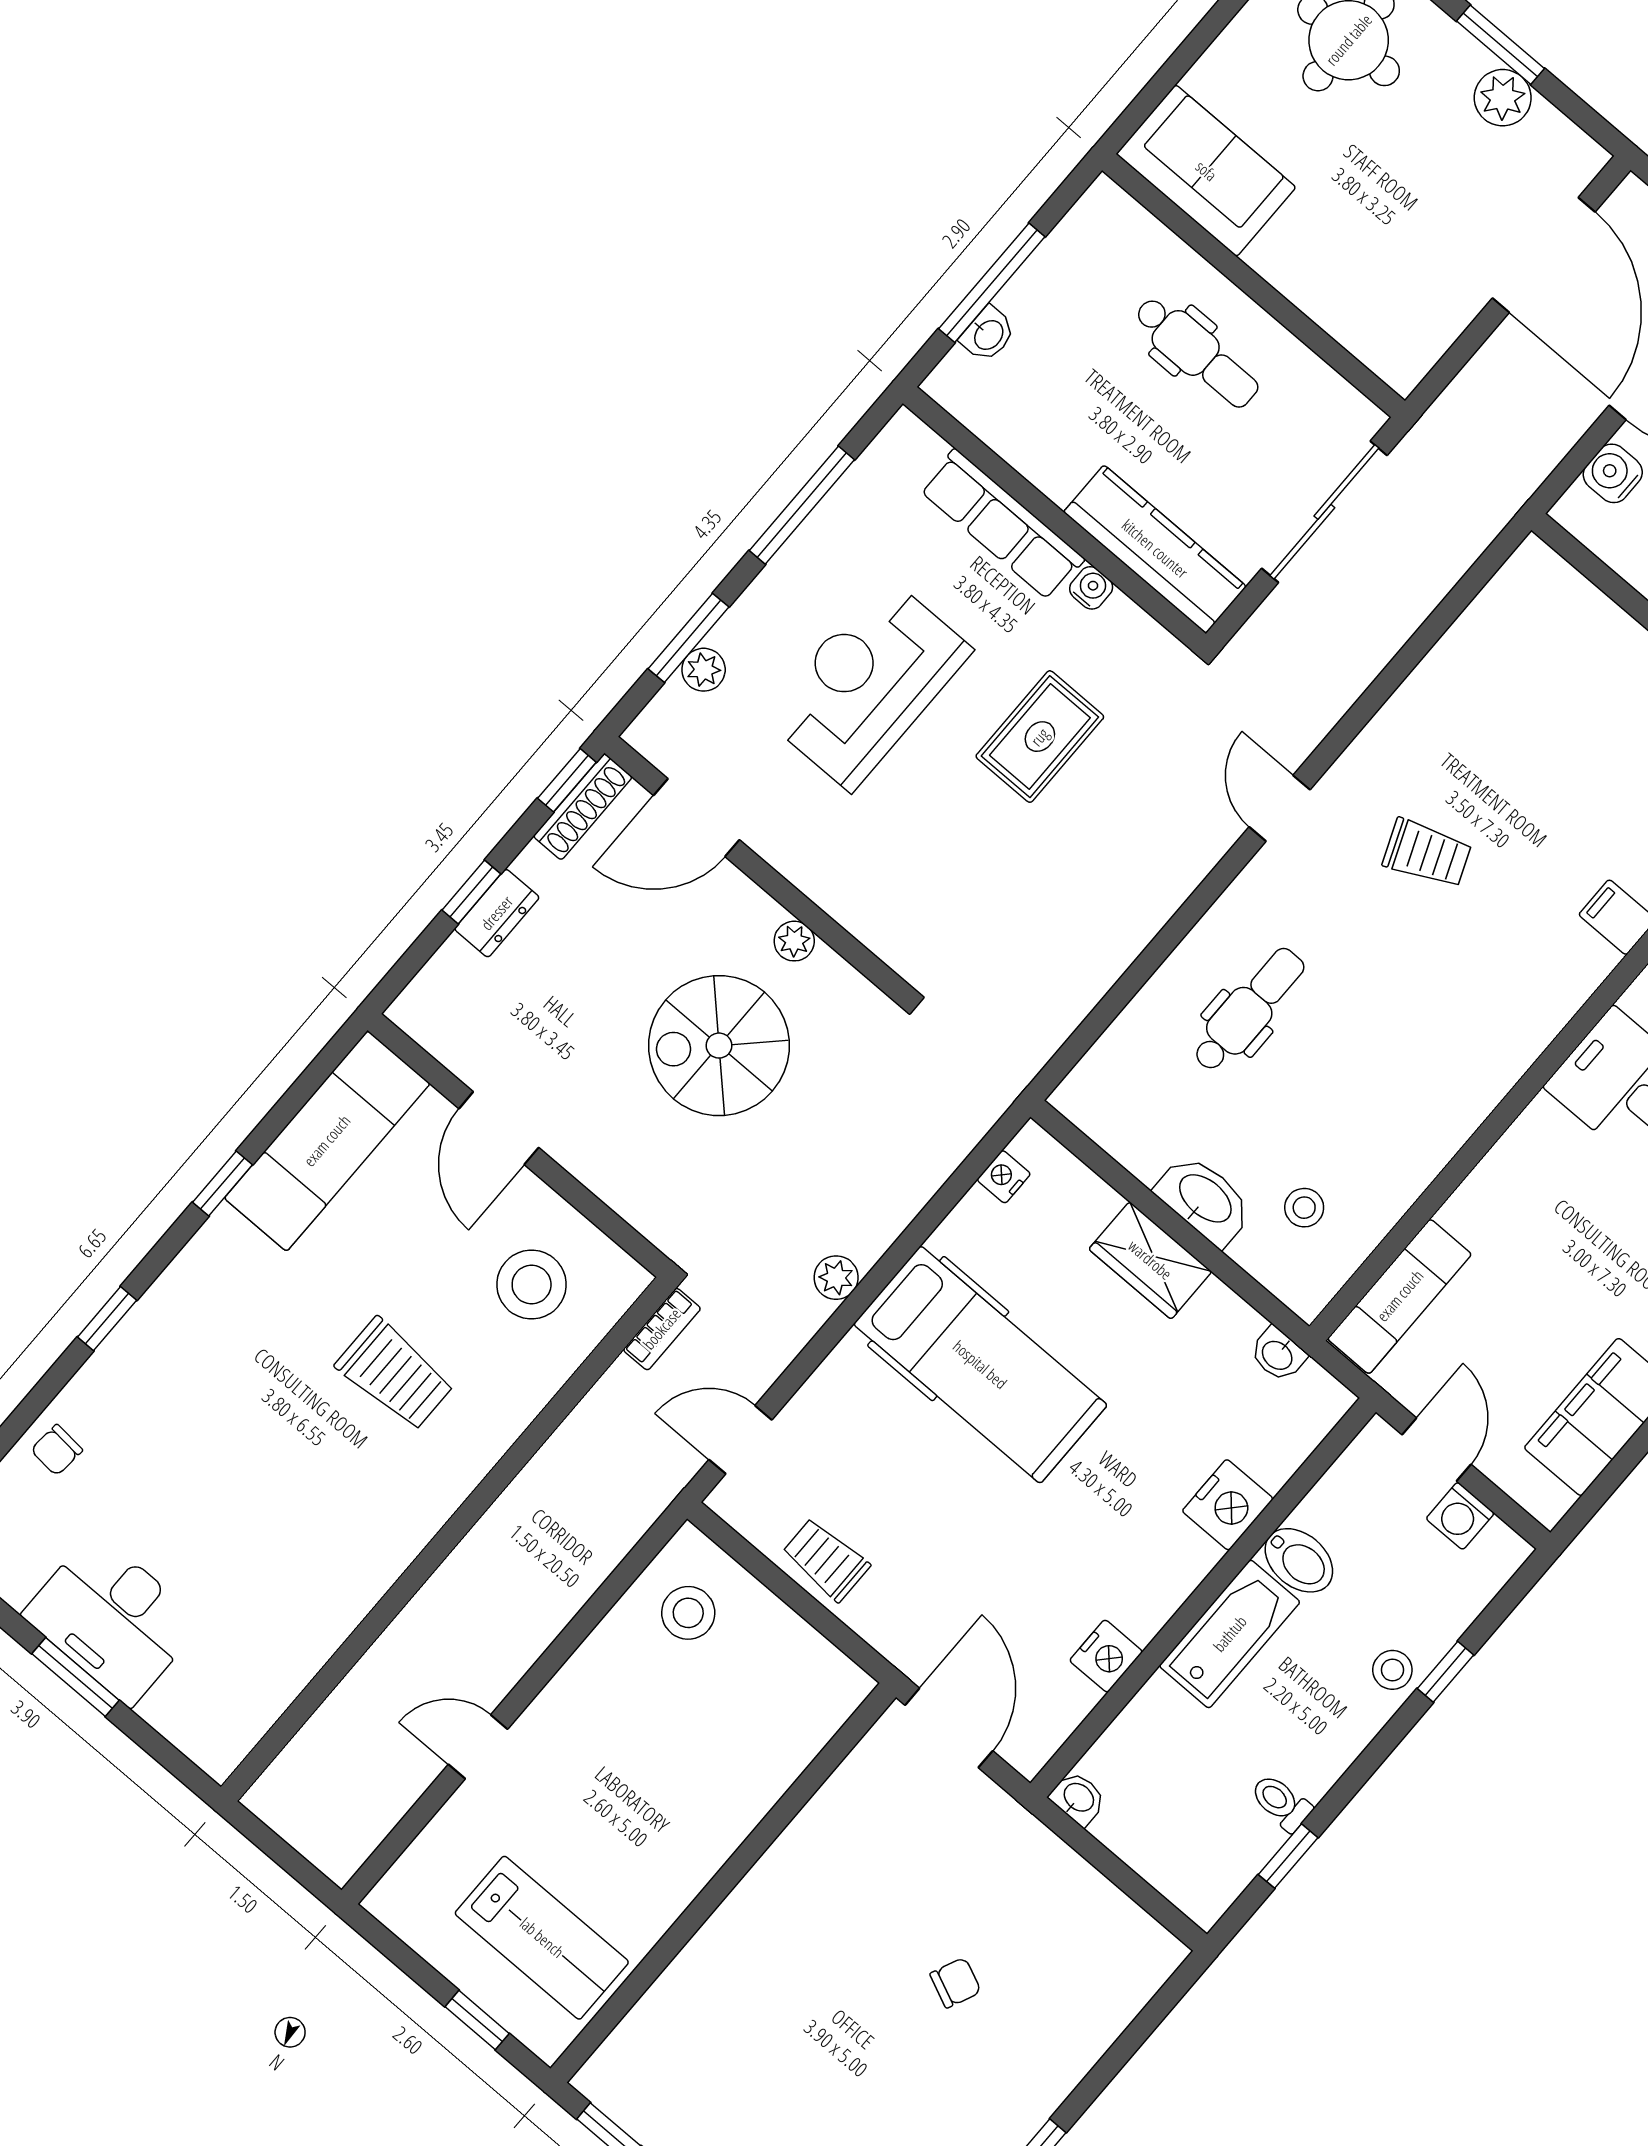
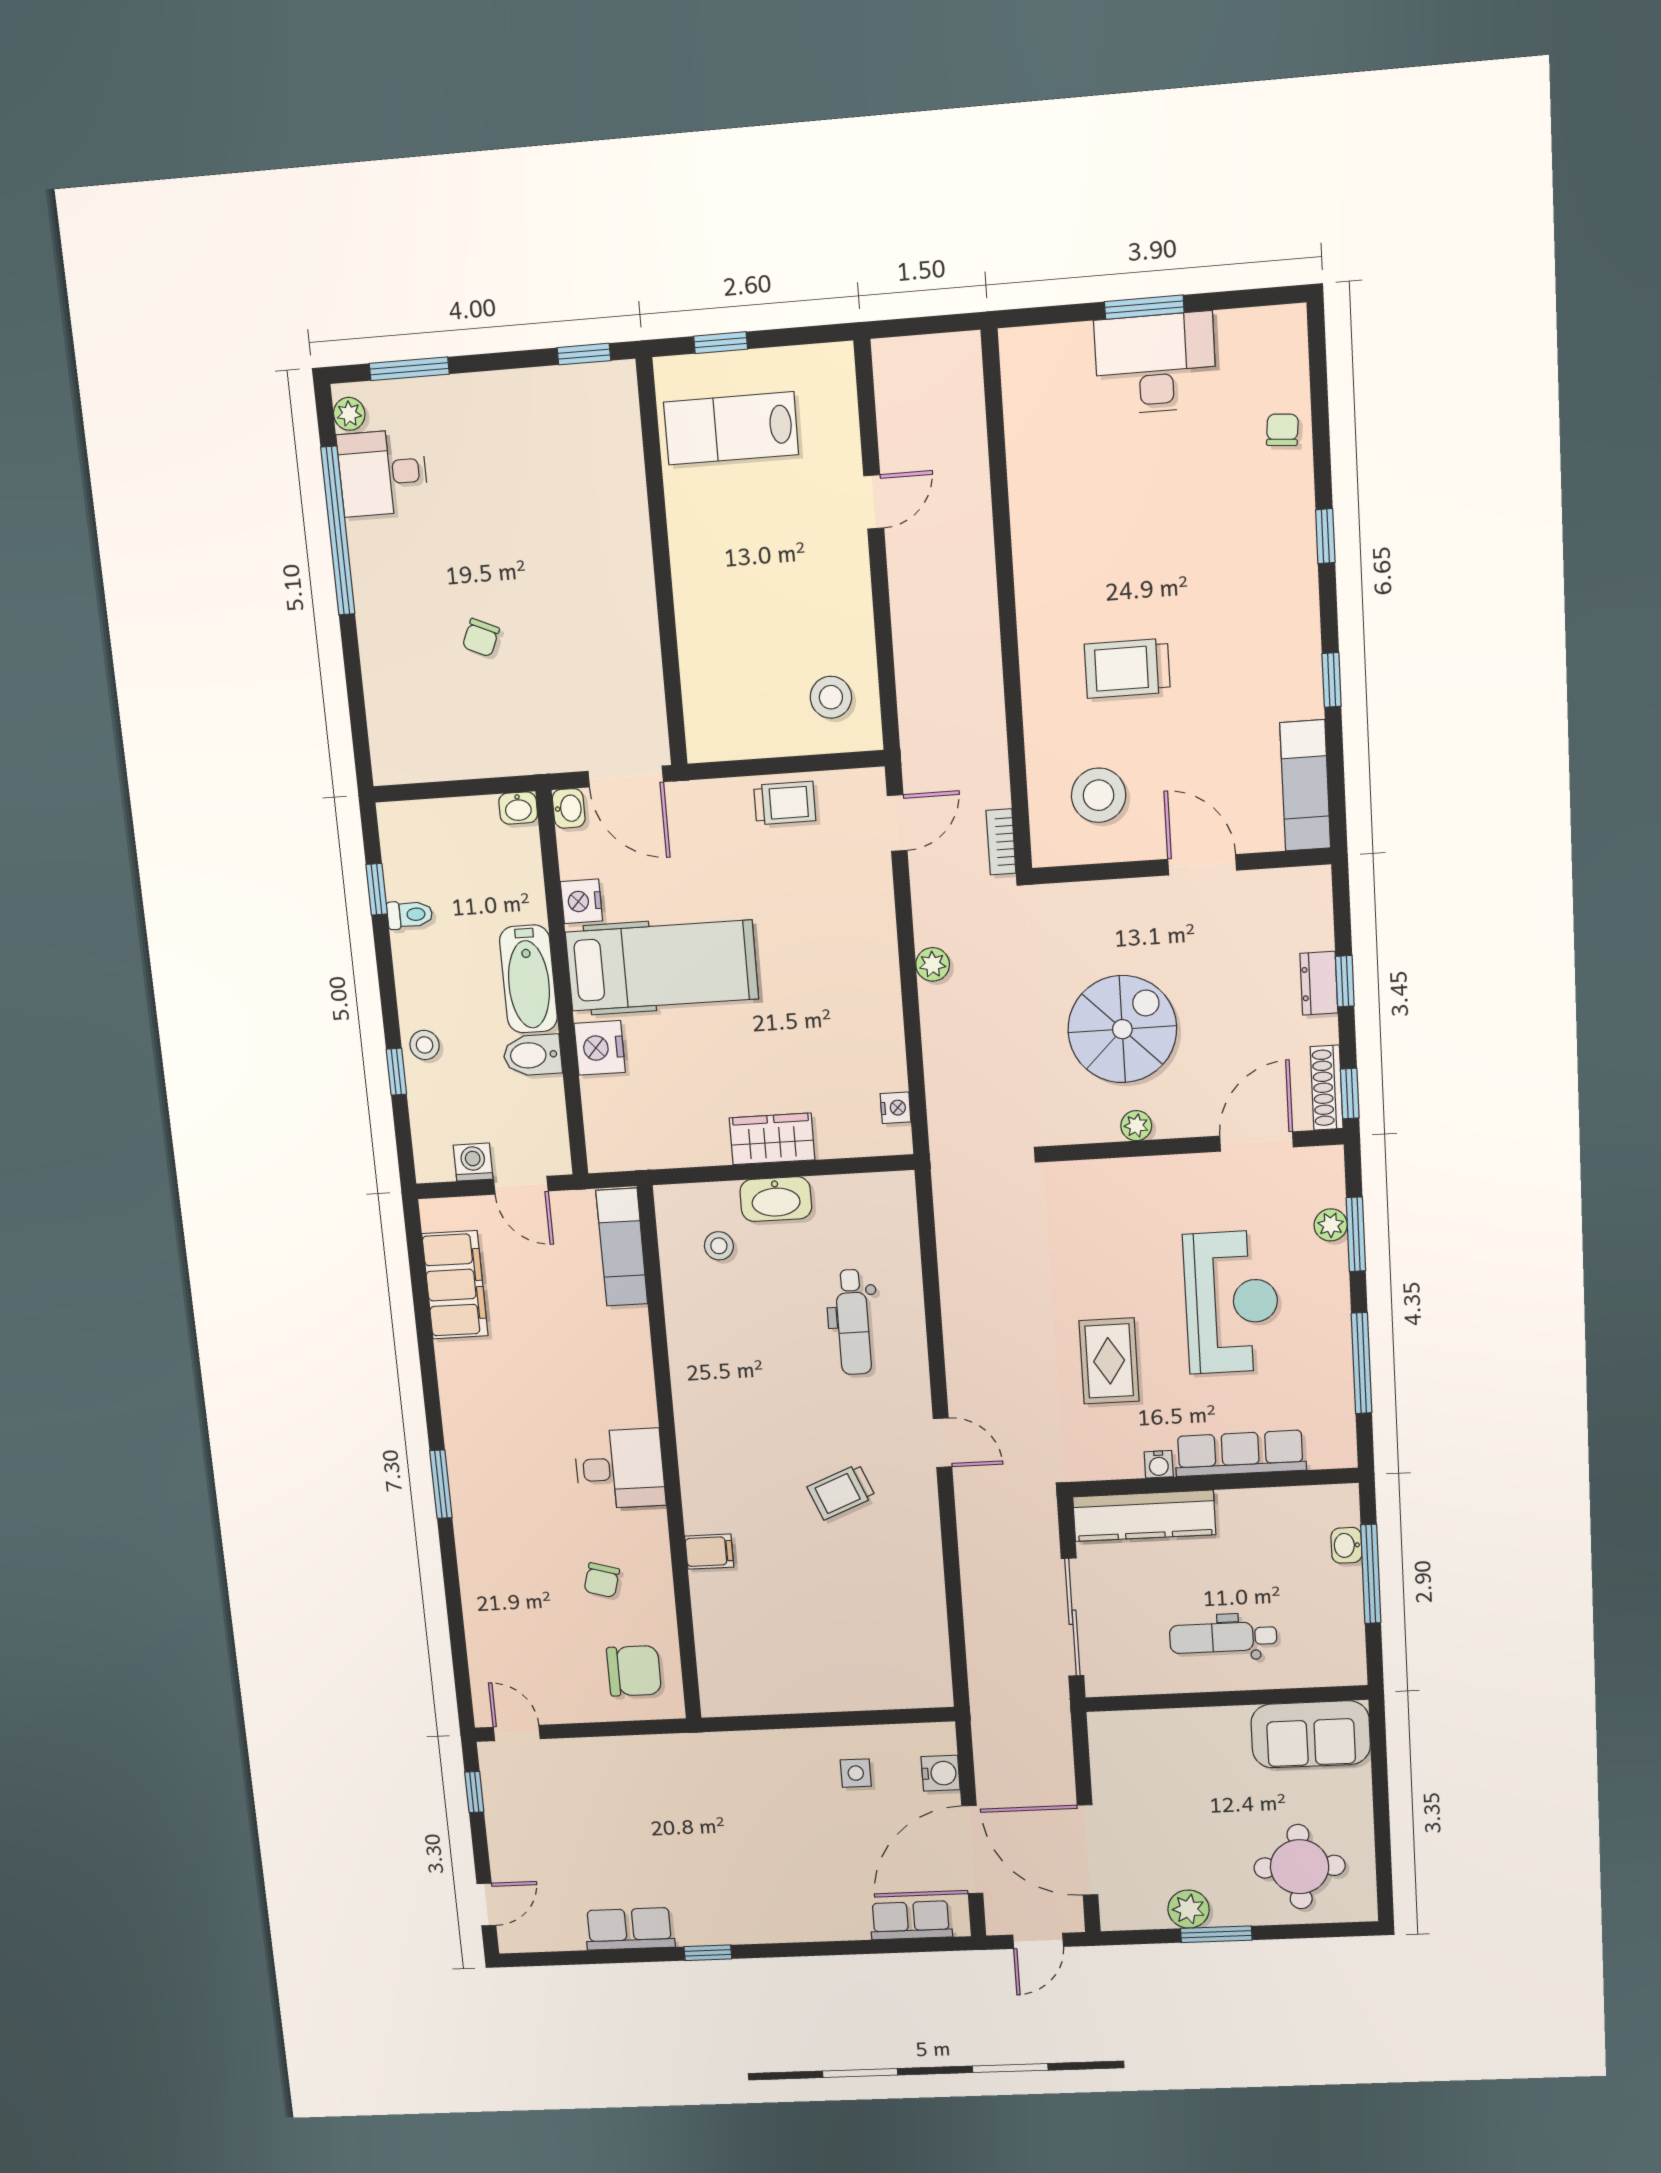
exam couch: (327, 1141) -> (1305, 785), width x0.73, depth x0.69
washbasin: (1278, 1354) -> (569, 808), moved, turned 90
hospital bed: (980, 1365) -> (662, 965), moved, turned 180

